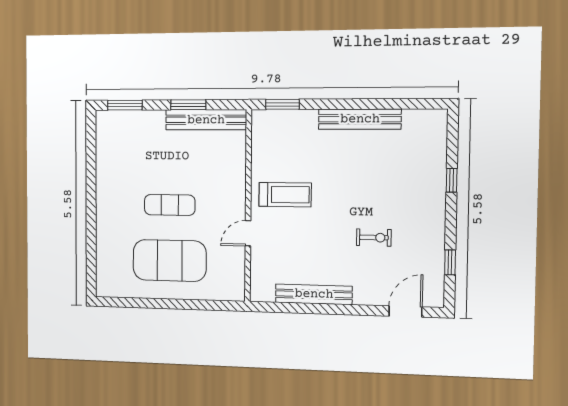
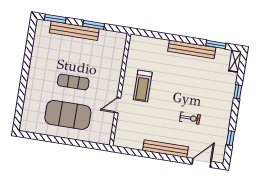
window: (282, 104) -> (216, 44), moved
bench: (206, 120) -> (74, 31), moved
shelving: (439, 128) -> (235, 61), added
treadmill: (285, 195) -> (143, 86), turned 90
bench: (314, 294) -> (165, 149), moved

